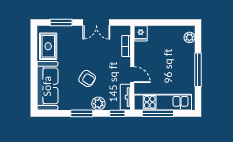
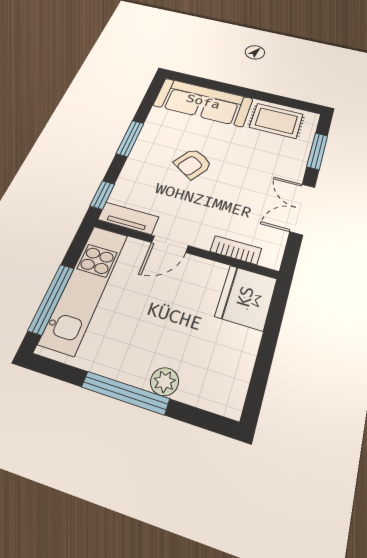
fridge: (141, 33) -> (246, 297), width x1.88, depth x1.34
plant: (189, 37) -> (165, 382), moved
plant: (98, 104) -> (136, 169), removed
window: (158, 113) -> (51, 299), moved

